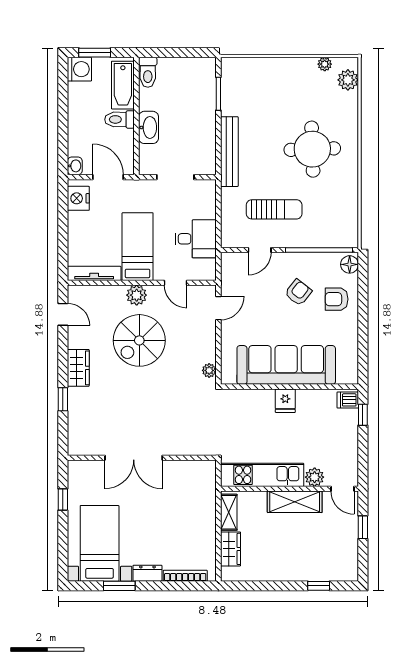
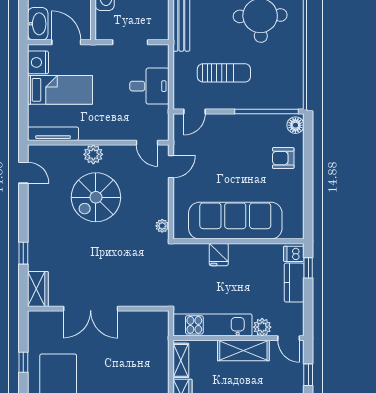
washbasin: (75, 166) -> (38, 24), width x1.91, depth x1.45
desk: (196, 239) -> (149, 86), moved
bed: (138, 247) -> (60, 90), moved, turned 90
door: (260, 250) -> (194, 111), moved
door: (176, 283) -> (147, 143), moved
armchair: (298, 292) -> (247, 152), removed
wardrobe: (78, 368) -> (38, 289), moved
fridge: (285, 401) -> (219, 255), moved
kitchen counter: (348, 430) -> (294, 283), added
window: (63, 499) -> (23, 362), moved

